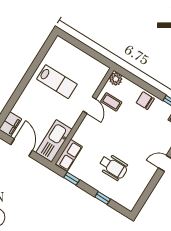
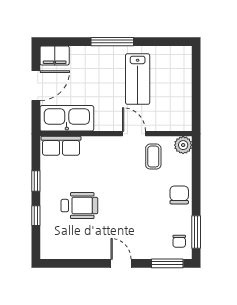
window: (24, 83) -> (112, 42), added
door: (90, 105) -> (134, 134), swing flipped
wheelchair: (113, 167) -> (79, 206), turned -90
window: (72, 179) -> (36, 181), moved

